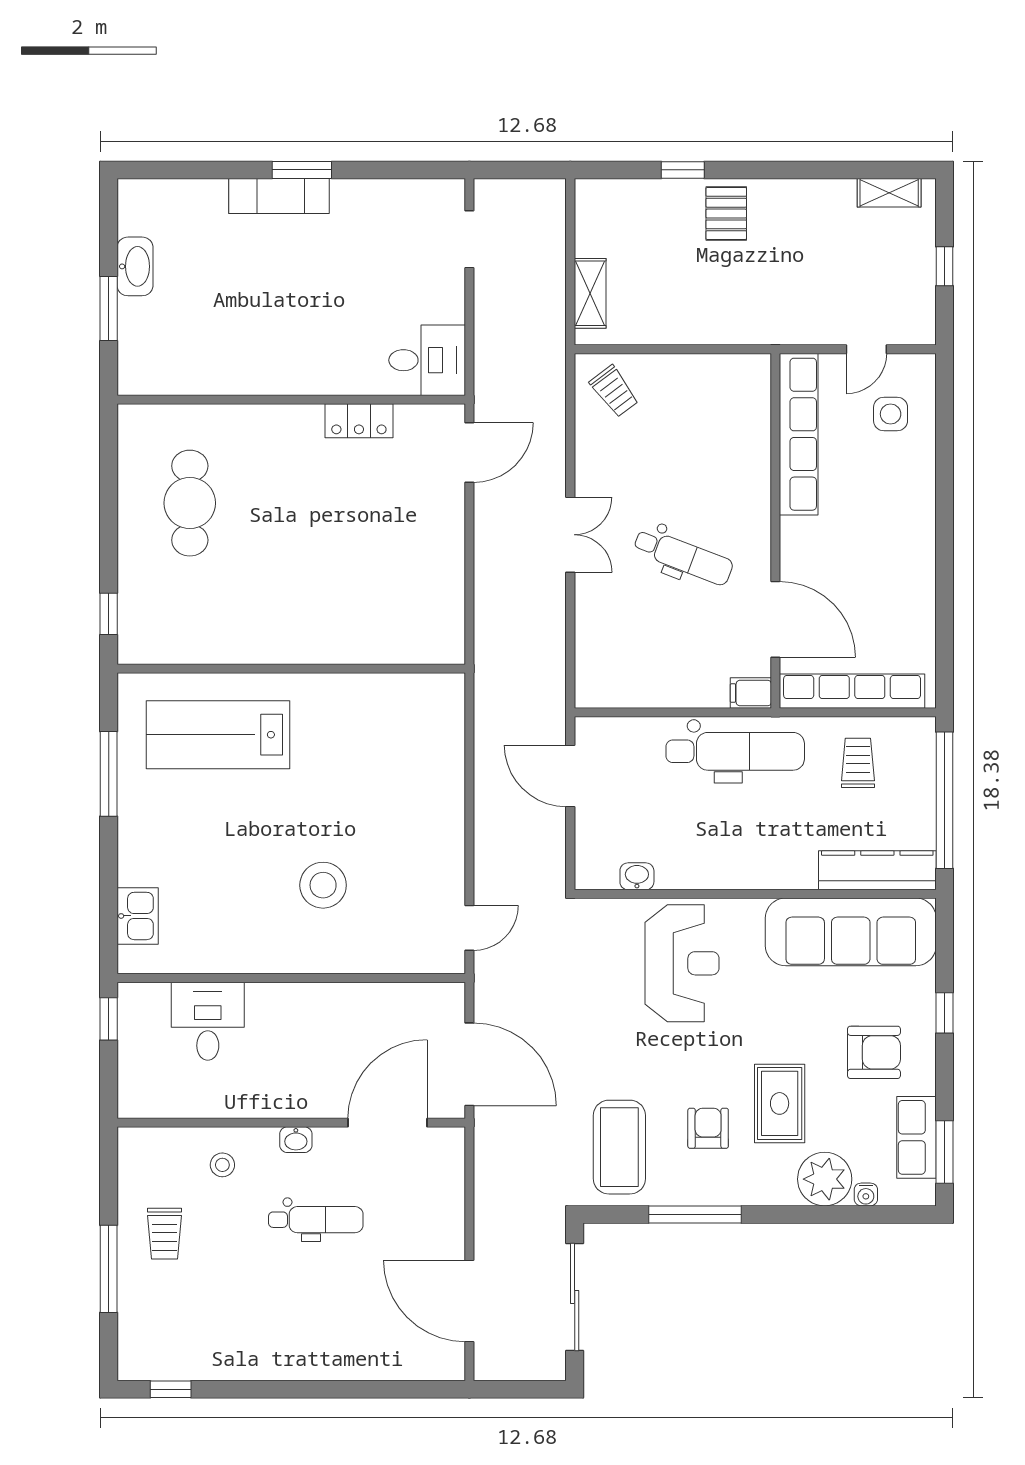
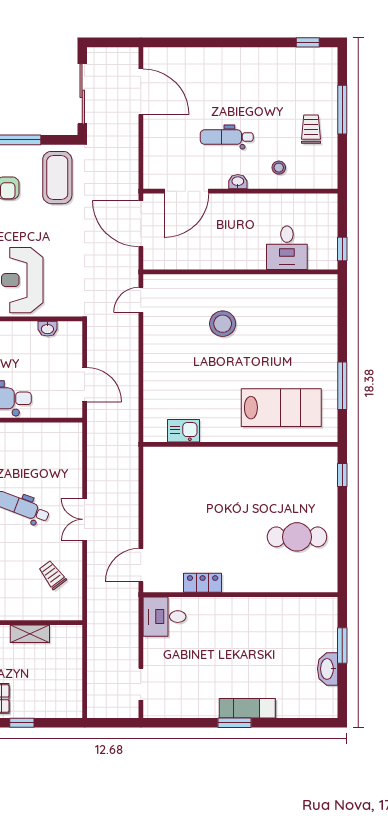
shelving: (590, 293) -> (30, 634), moved, turned 90
trolley: (614, 391) -> (52, 575), moved
cafe table: (190, 503) -> (297, 537), turned 90
kitchen sink: (138, 916) -> (184, 431), moved, turned 90

